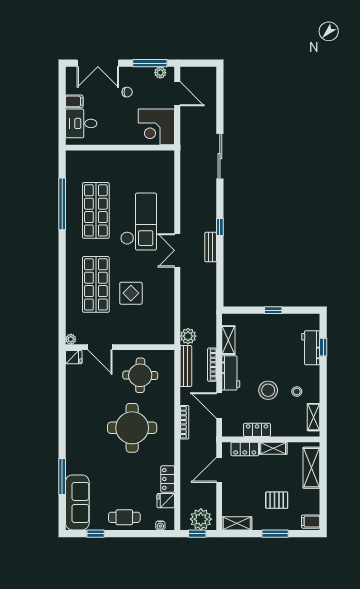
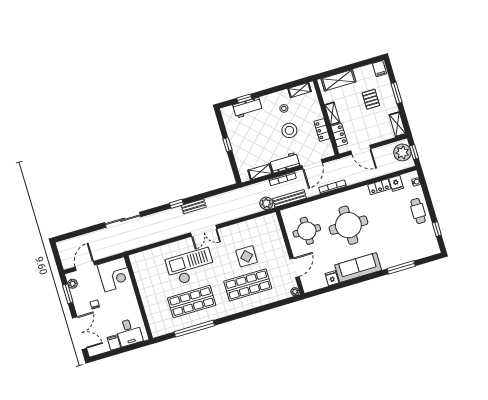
window: (150, 63) -> (68, 294), width x0.69
fridge: (74, 357) -> (332, 278), moved
sofa: (77, 502) -> (358, 268), moved

